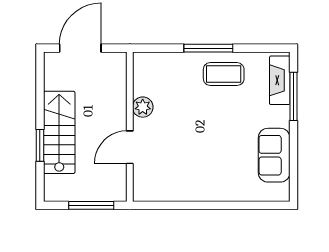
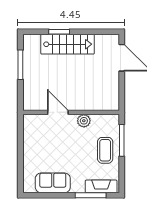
plant: (143, 107) -> (84, 121), moved
wall: (130, 127) -> (71, 112), moved
door: (130, 147) -> (58, 112), moved

